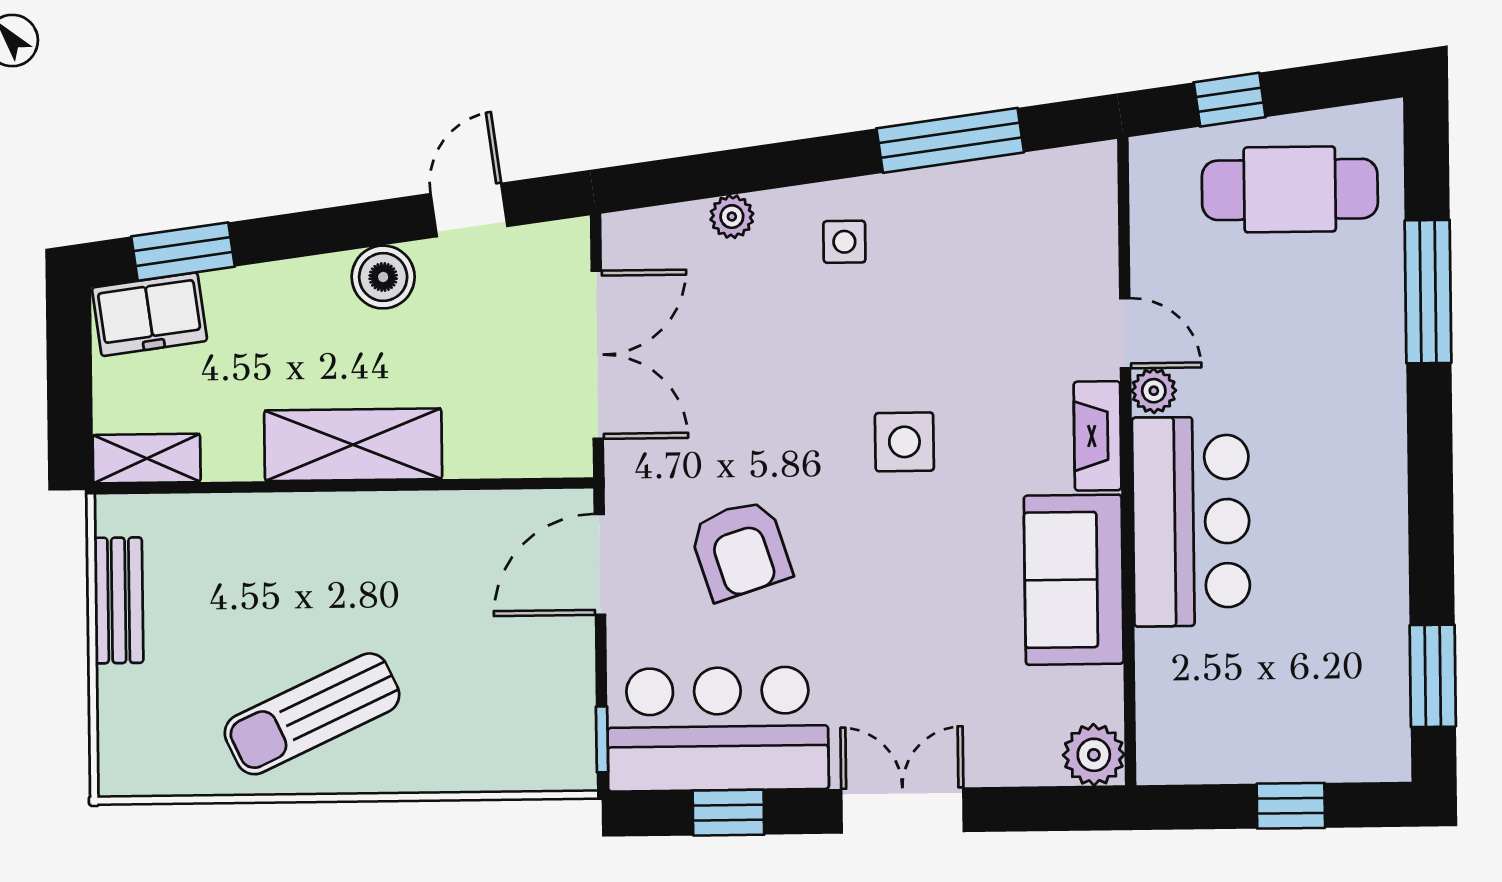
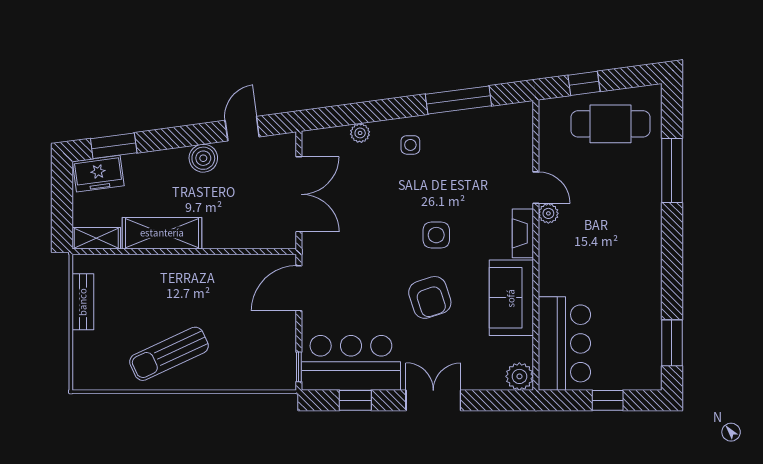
shelving: (353, 445) -> (162, 233), moved
bar counter: (1191, 521) -> (564, 343), moved
armchair: (740, 550) -> (430, 297), moved

